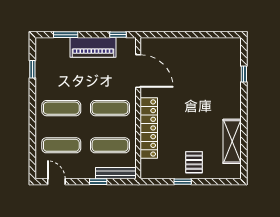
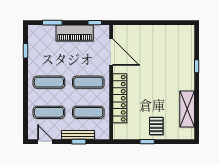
window: (244, 74) -> (197, 66), moved
bench: (116, 173) -> (78, 135), moved

